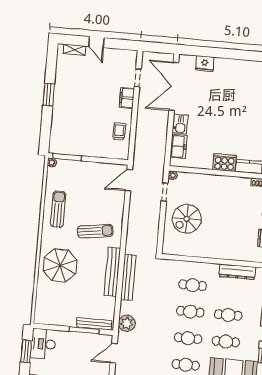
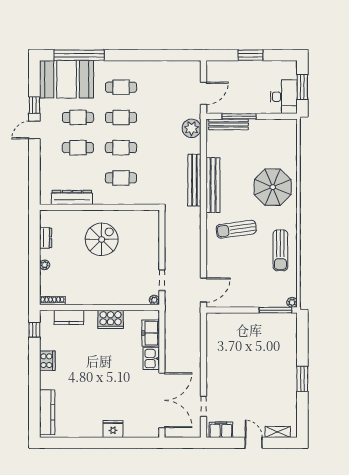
fridge: (205, 64) -> (113, 429), moved
filing cabinet: (127, 98) -> (221, 430), moved, turned -90
trolley: (119, 131) -> (219, 344), removed
cooker: (224, 163) -> (111, 319), moved
spiral stairs: (187, 219) -> (102, 239), moved

